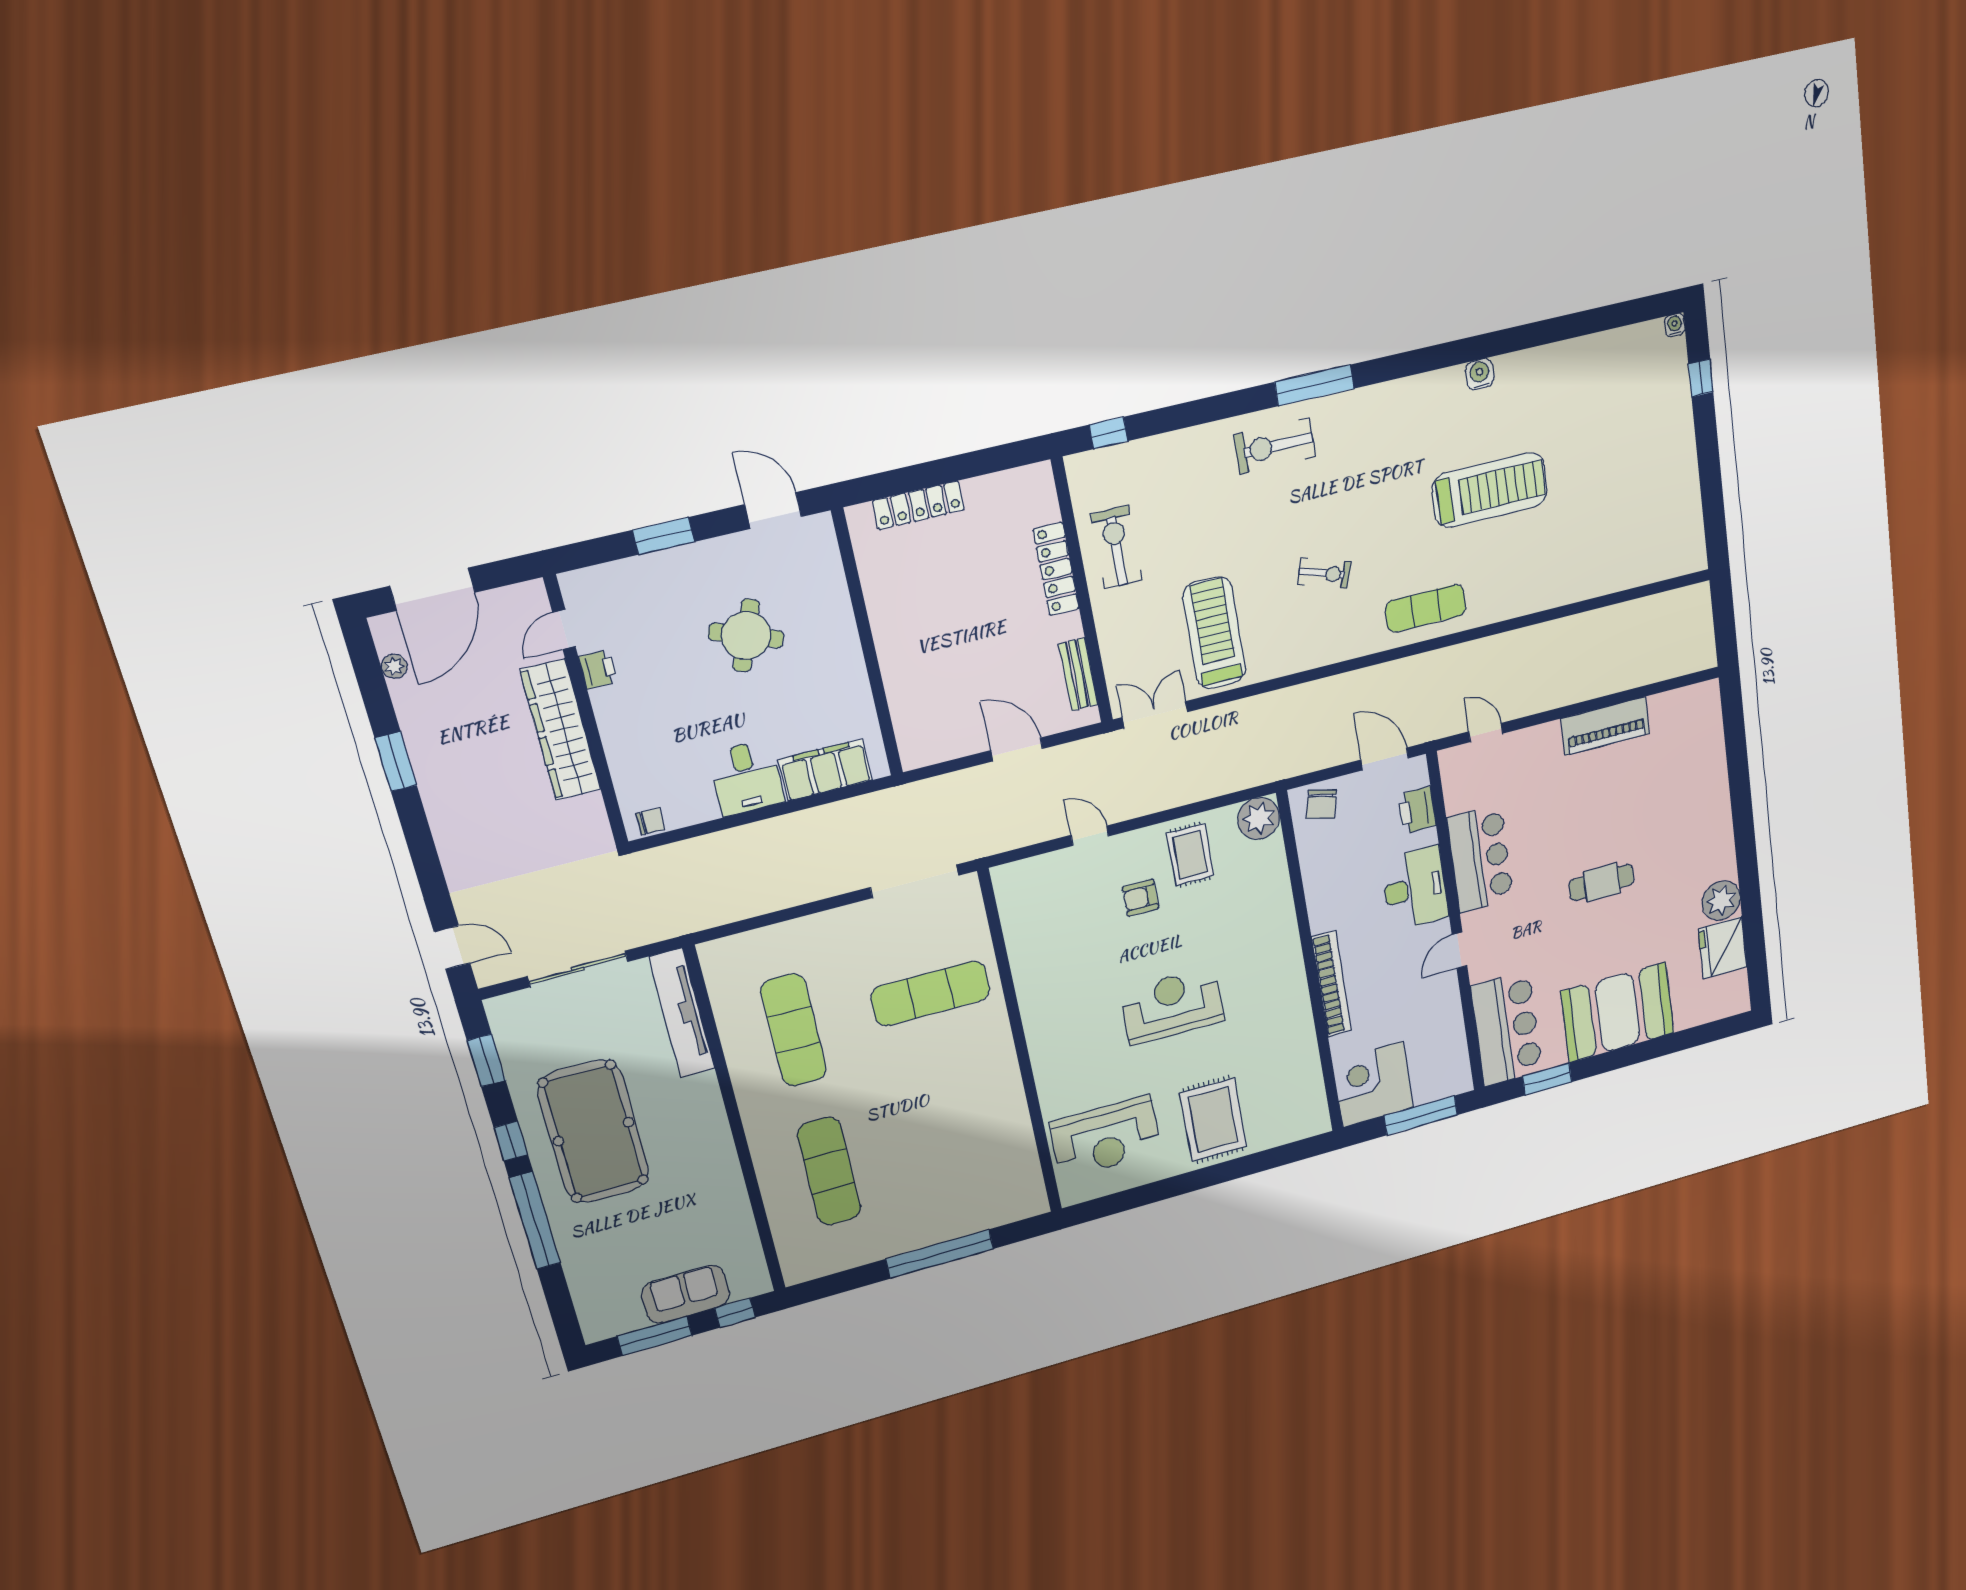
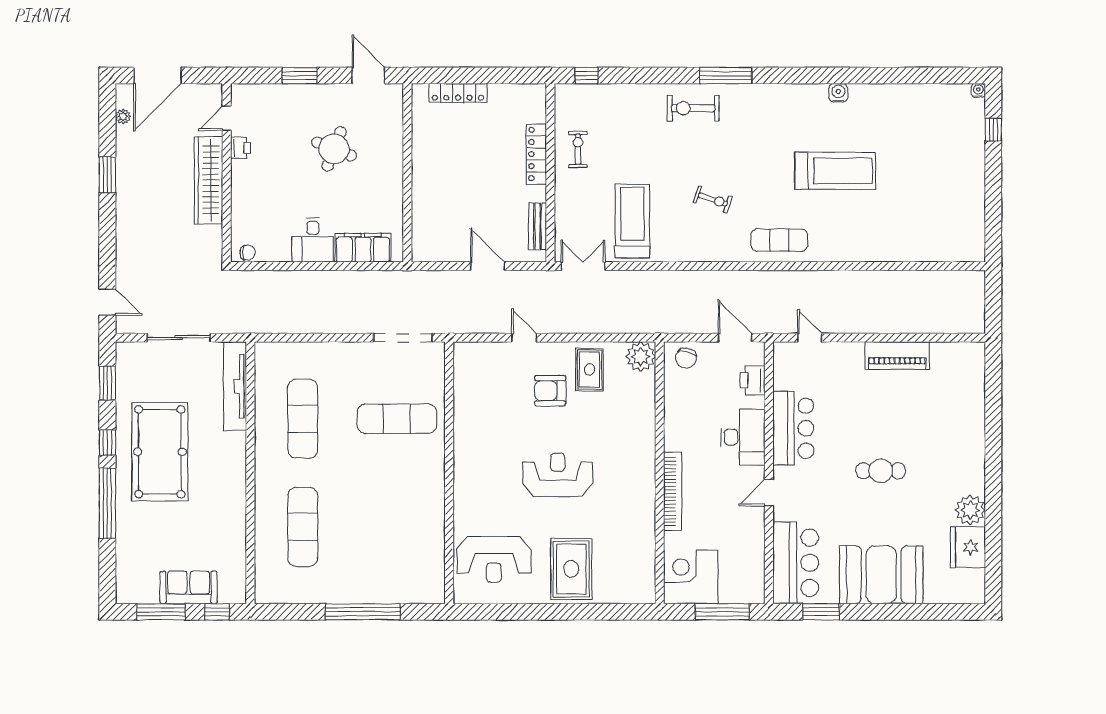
exercise bike: (1116, 547) -> (578, 149), width x0.73, depth x0.72
armchair: (1141, 898) -> (550, 391), width x1.38, depth x1.38

